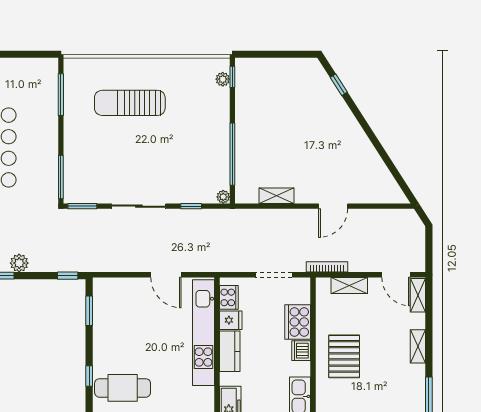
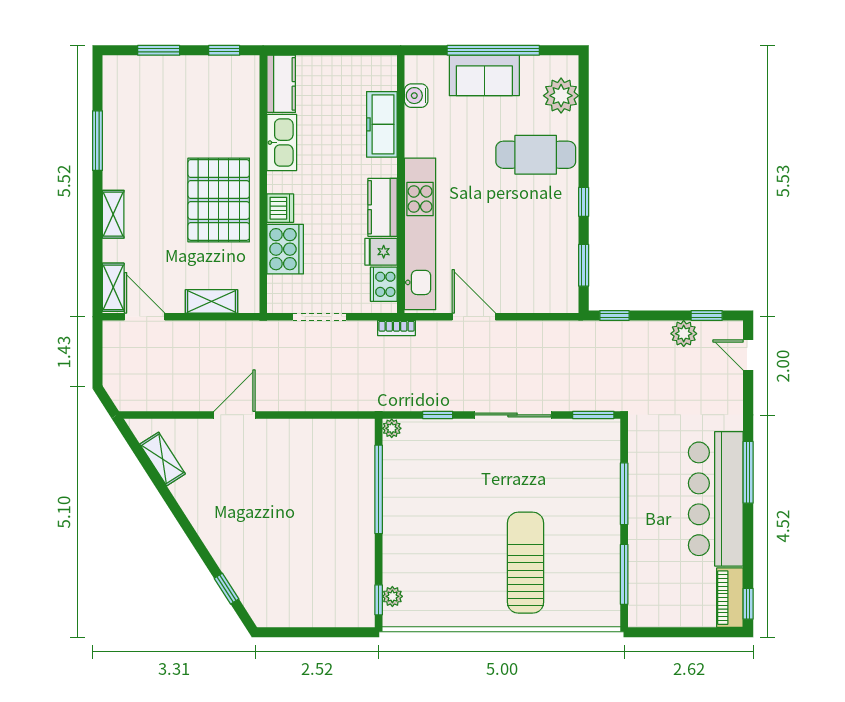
sun lounger: (130, 103) -> (525, 563), turned -90
window: (61, 177) -> (624, 494), moved
shelving: (276, 196) -> (163, 459), moved, turned 57
bookcase: (327, 267) -> (397, 328), moved, width x0.64
pallet: (344, 356) -> (219, 200), width x1.37, depth x1.41
window: (89, 376) -> (584, 202), moved

